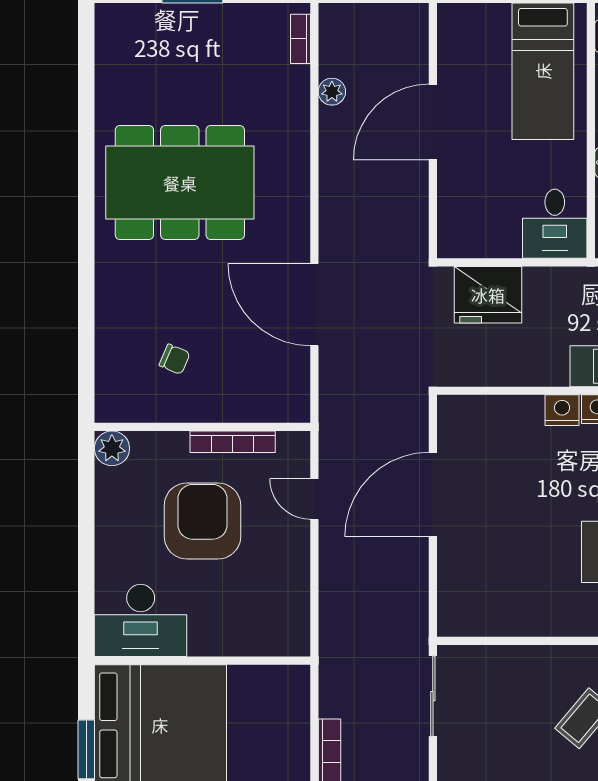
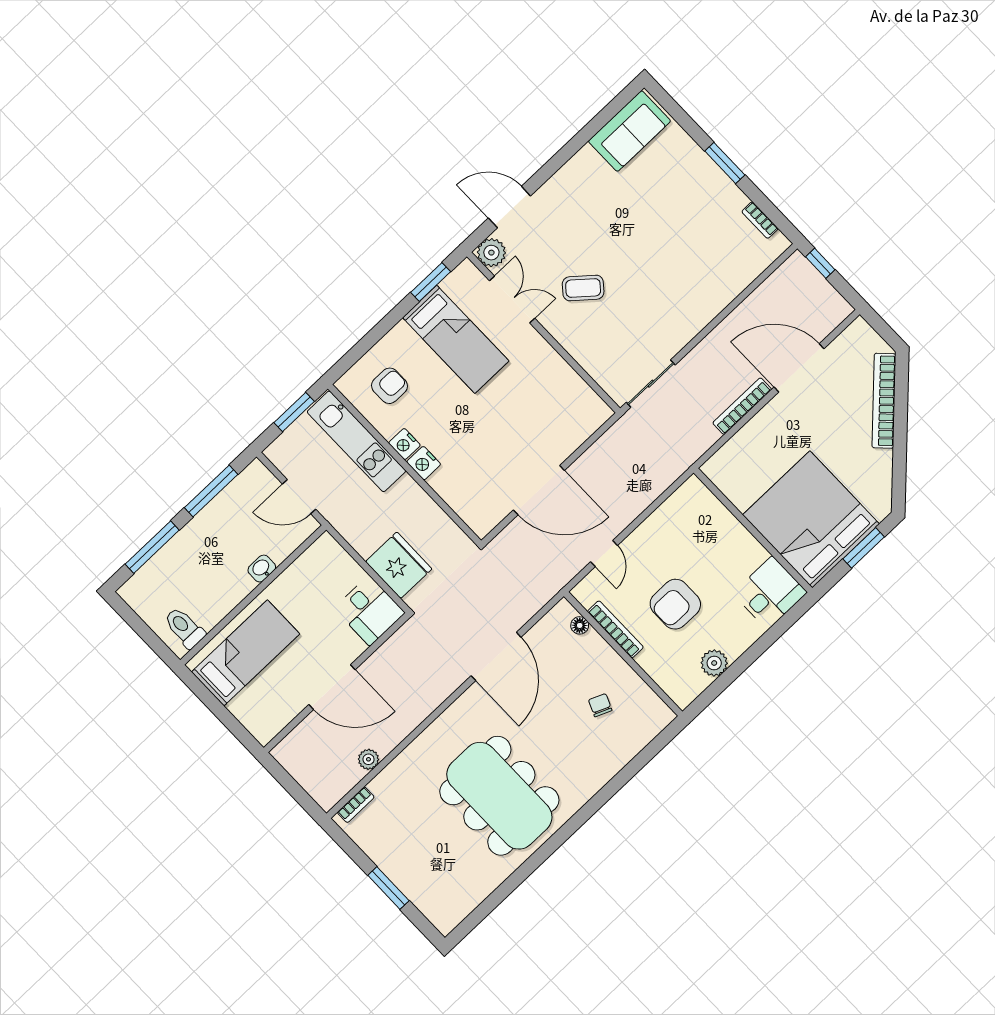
desk: (555, 224) -> (369, 611), moved, turned 90
floor lamp: (268, 412) -> (580, 625), added
plant: (112, 448) -> (714, 663), moved
armchair: (202, 521) -> (675, 604), width x0.73, depth x0.73
desk: (141, 620) -> (770, 593), width x0.73

